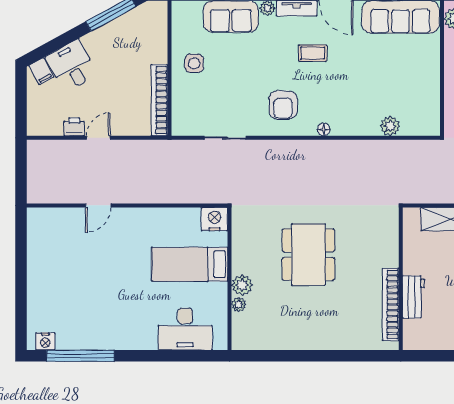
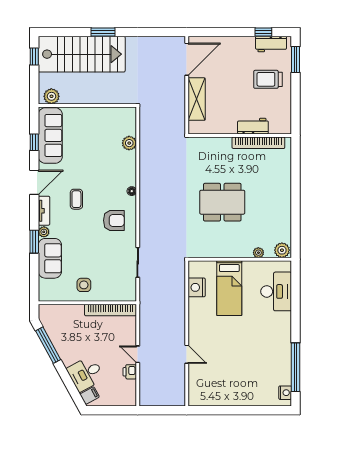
nightstand: (215, 219) -> (197, 287), moved
plant: (242, 285) -> (282, 250), moved

